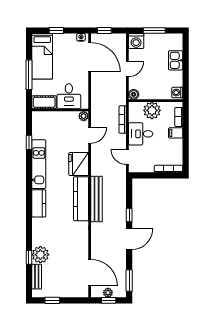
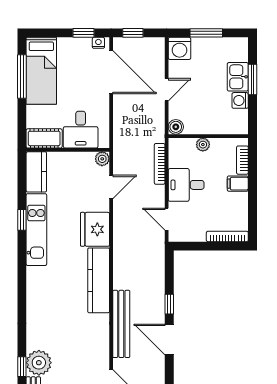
window: (56, 31) -> (84, 33), moved
window: (186, 62) -> (252, 79), added
window: (29, 75) -> (22, 76), moved
washing machine: (177, 93) -> (240, 100), moved
plant: (152, 110) -> (203, 145), width x0.53, depth x0.53
window: (29, 142) -> (22, 220), moved
bench: (97, 199) -> (121, 324), moved
kitchen counter: (39, 203) -> (36, 172), moved
door: (129, 239) -> (169, 339), swing flipped

